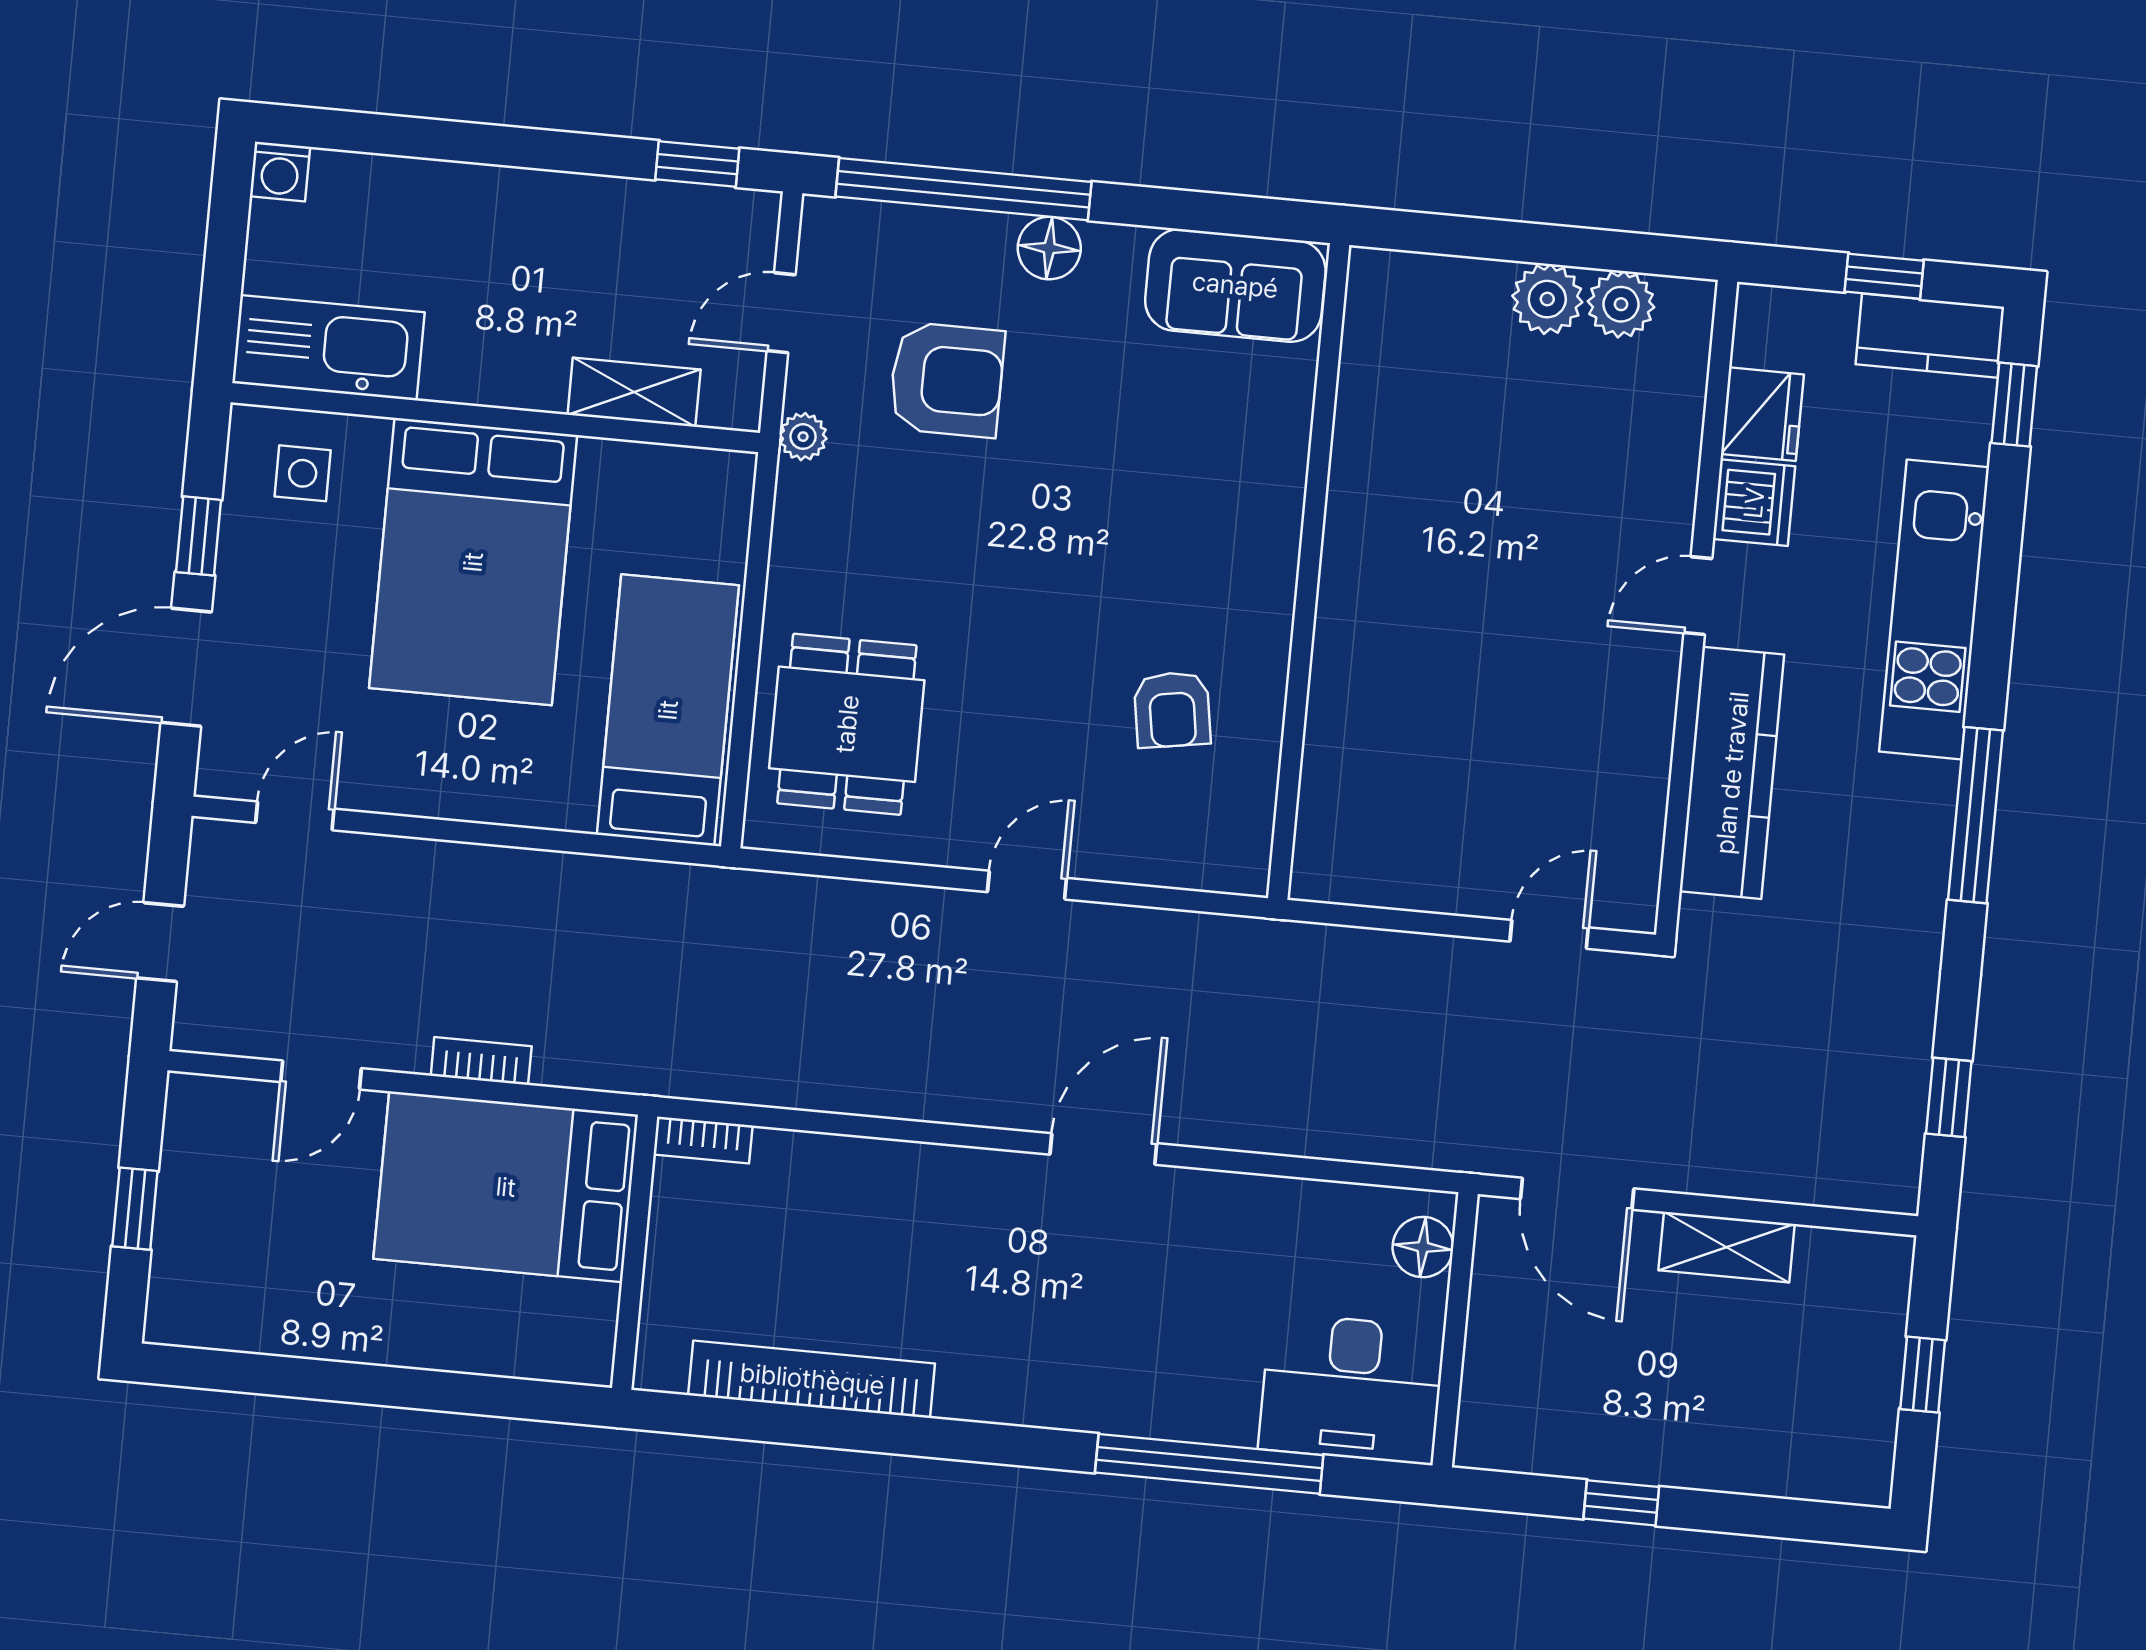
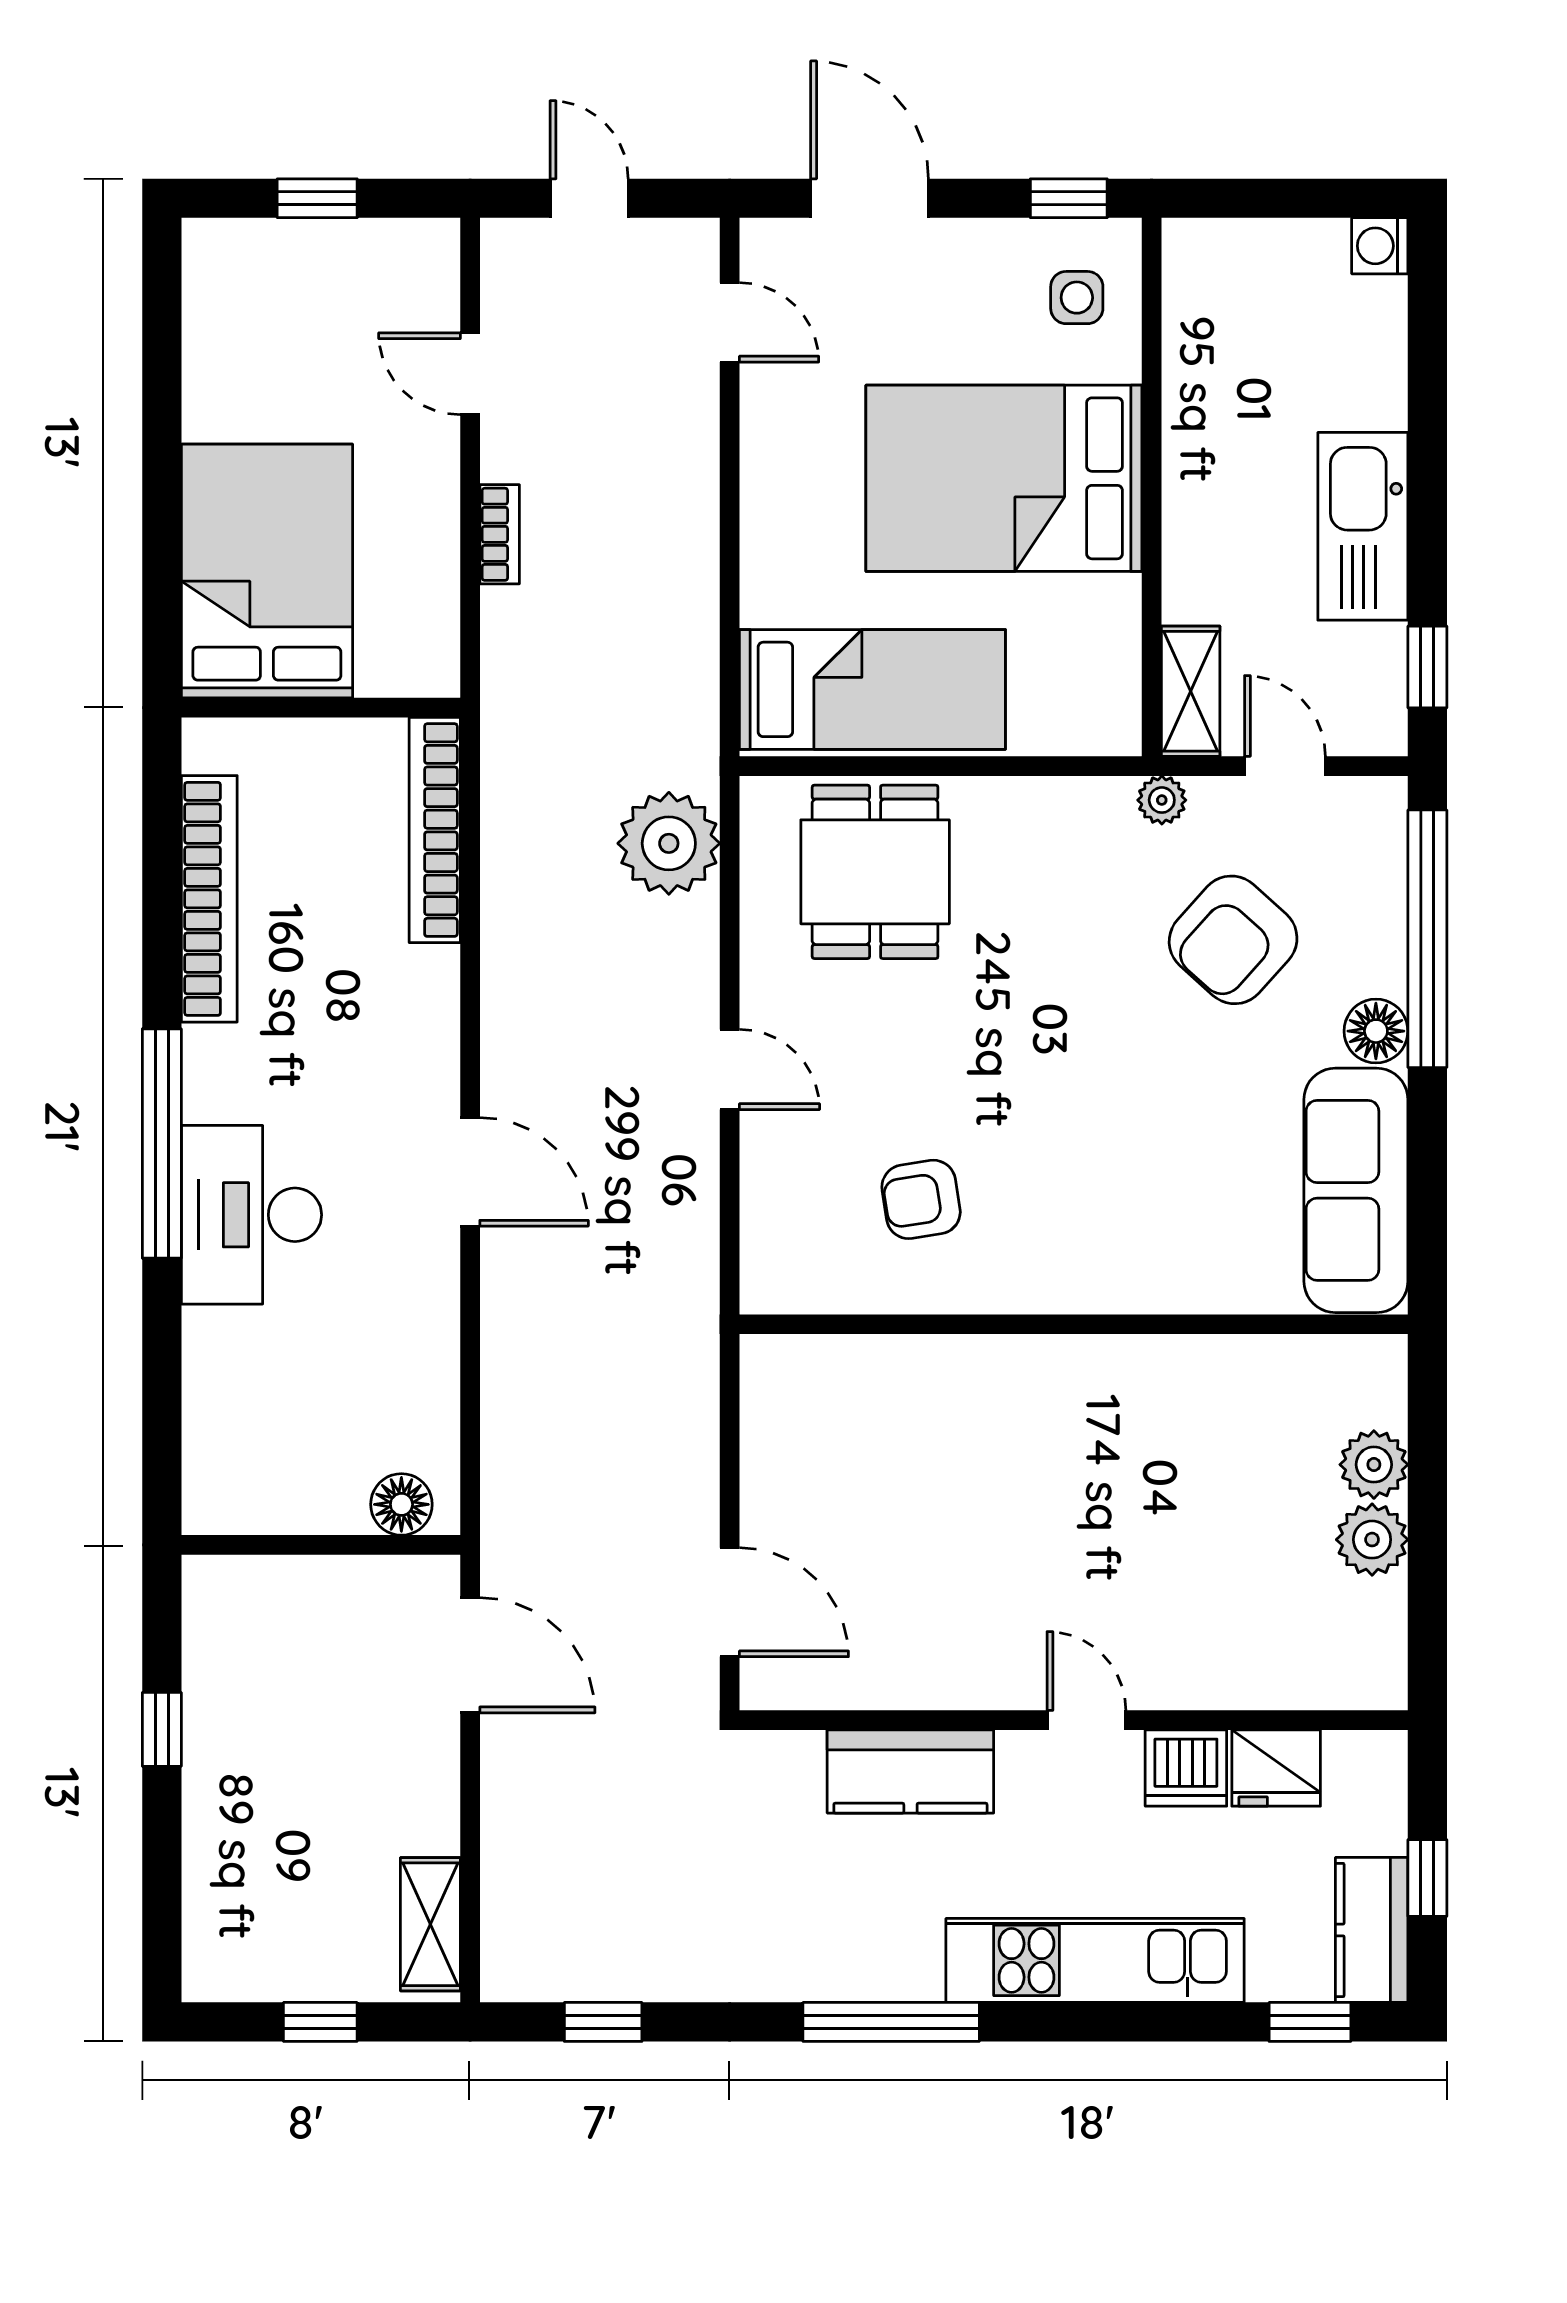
sofa: (1235, 285) -> (1356, 1190), width x1.36
plant: (1621, 304) -> (1374, 1465), moved
kitchen sink: (328, 348) -> (1363, 526), moved, turned 180
armchair: (947, 380) -> (1233, 940), turned 42
shelving: (634, 392) -> (1191, 691), moved
window: (199, 536) -> (1069, 198), moved
dining table: (847, 724) -> (875, 872), turned 90
kitchen counter: (1732, 773) -> (910, 1771), width x0.67
plant: (800, 924) -> (669, 843), added
door: (1549, 934) -> (730, 1602), width x1.38
bookcase: (703, 1140) -> (435, 830), width x2.31, depth x1.31
bed: (506, 1187) -> (267, 571), moved
door: (1577, 1194) -> (470, 1655), swing flipped
shelving: (1727, 1247) -> (430, 1924), moved
desk: (1352, 1389) -> (251, 1215), moved
window: (1209, 1464) -> (162, 1143), moved

